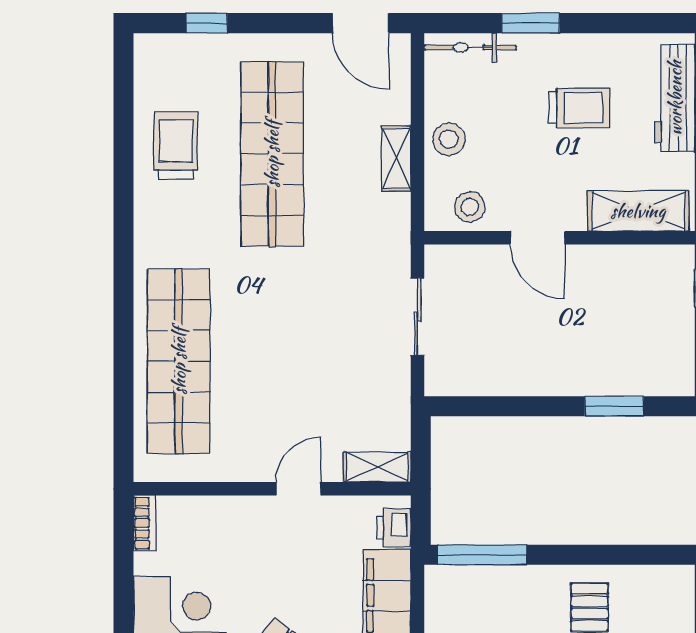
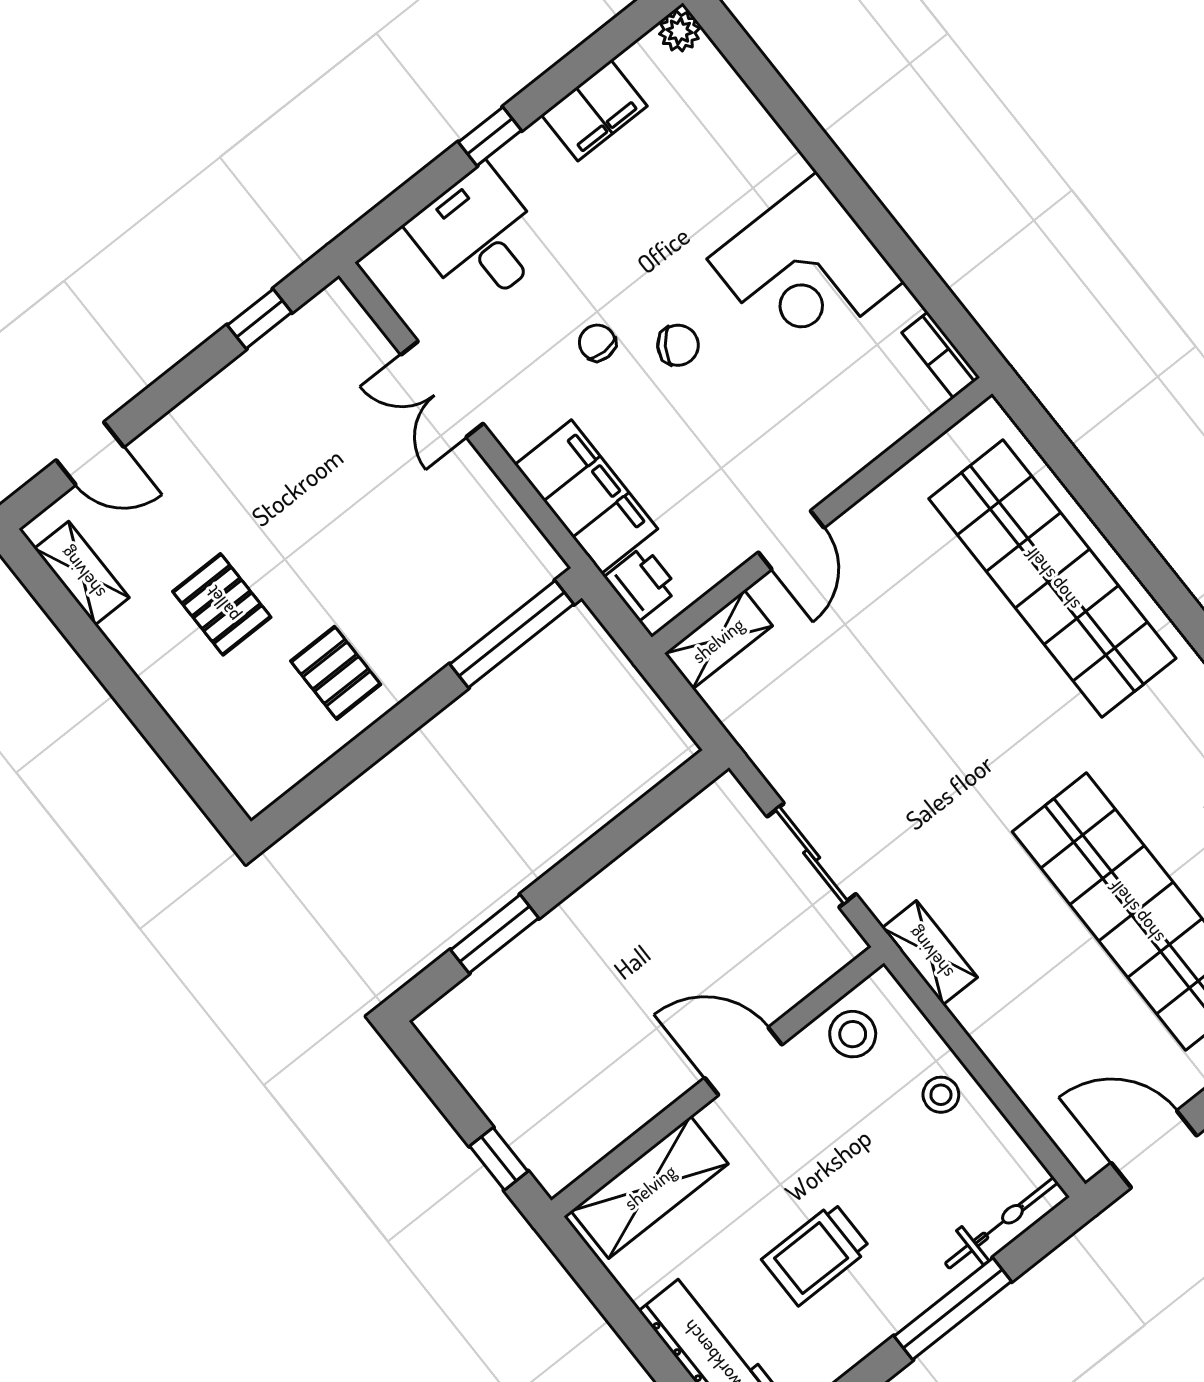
window: (531, 23) -> (953, 1309), width x1.44
stool: (449, 139) -> (941, 1095), width x0.73, depth x0.73
shelving: (396, 158) -> (930, 953), moved

